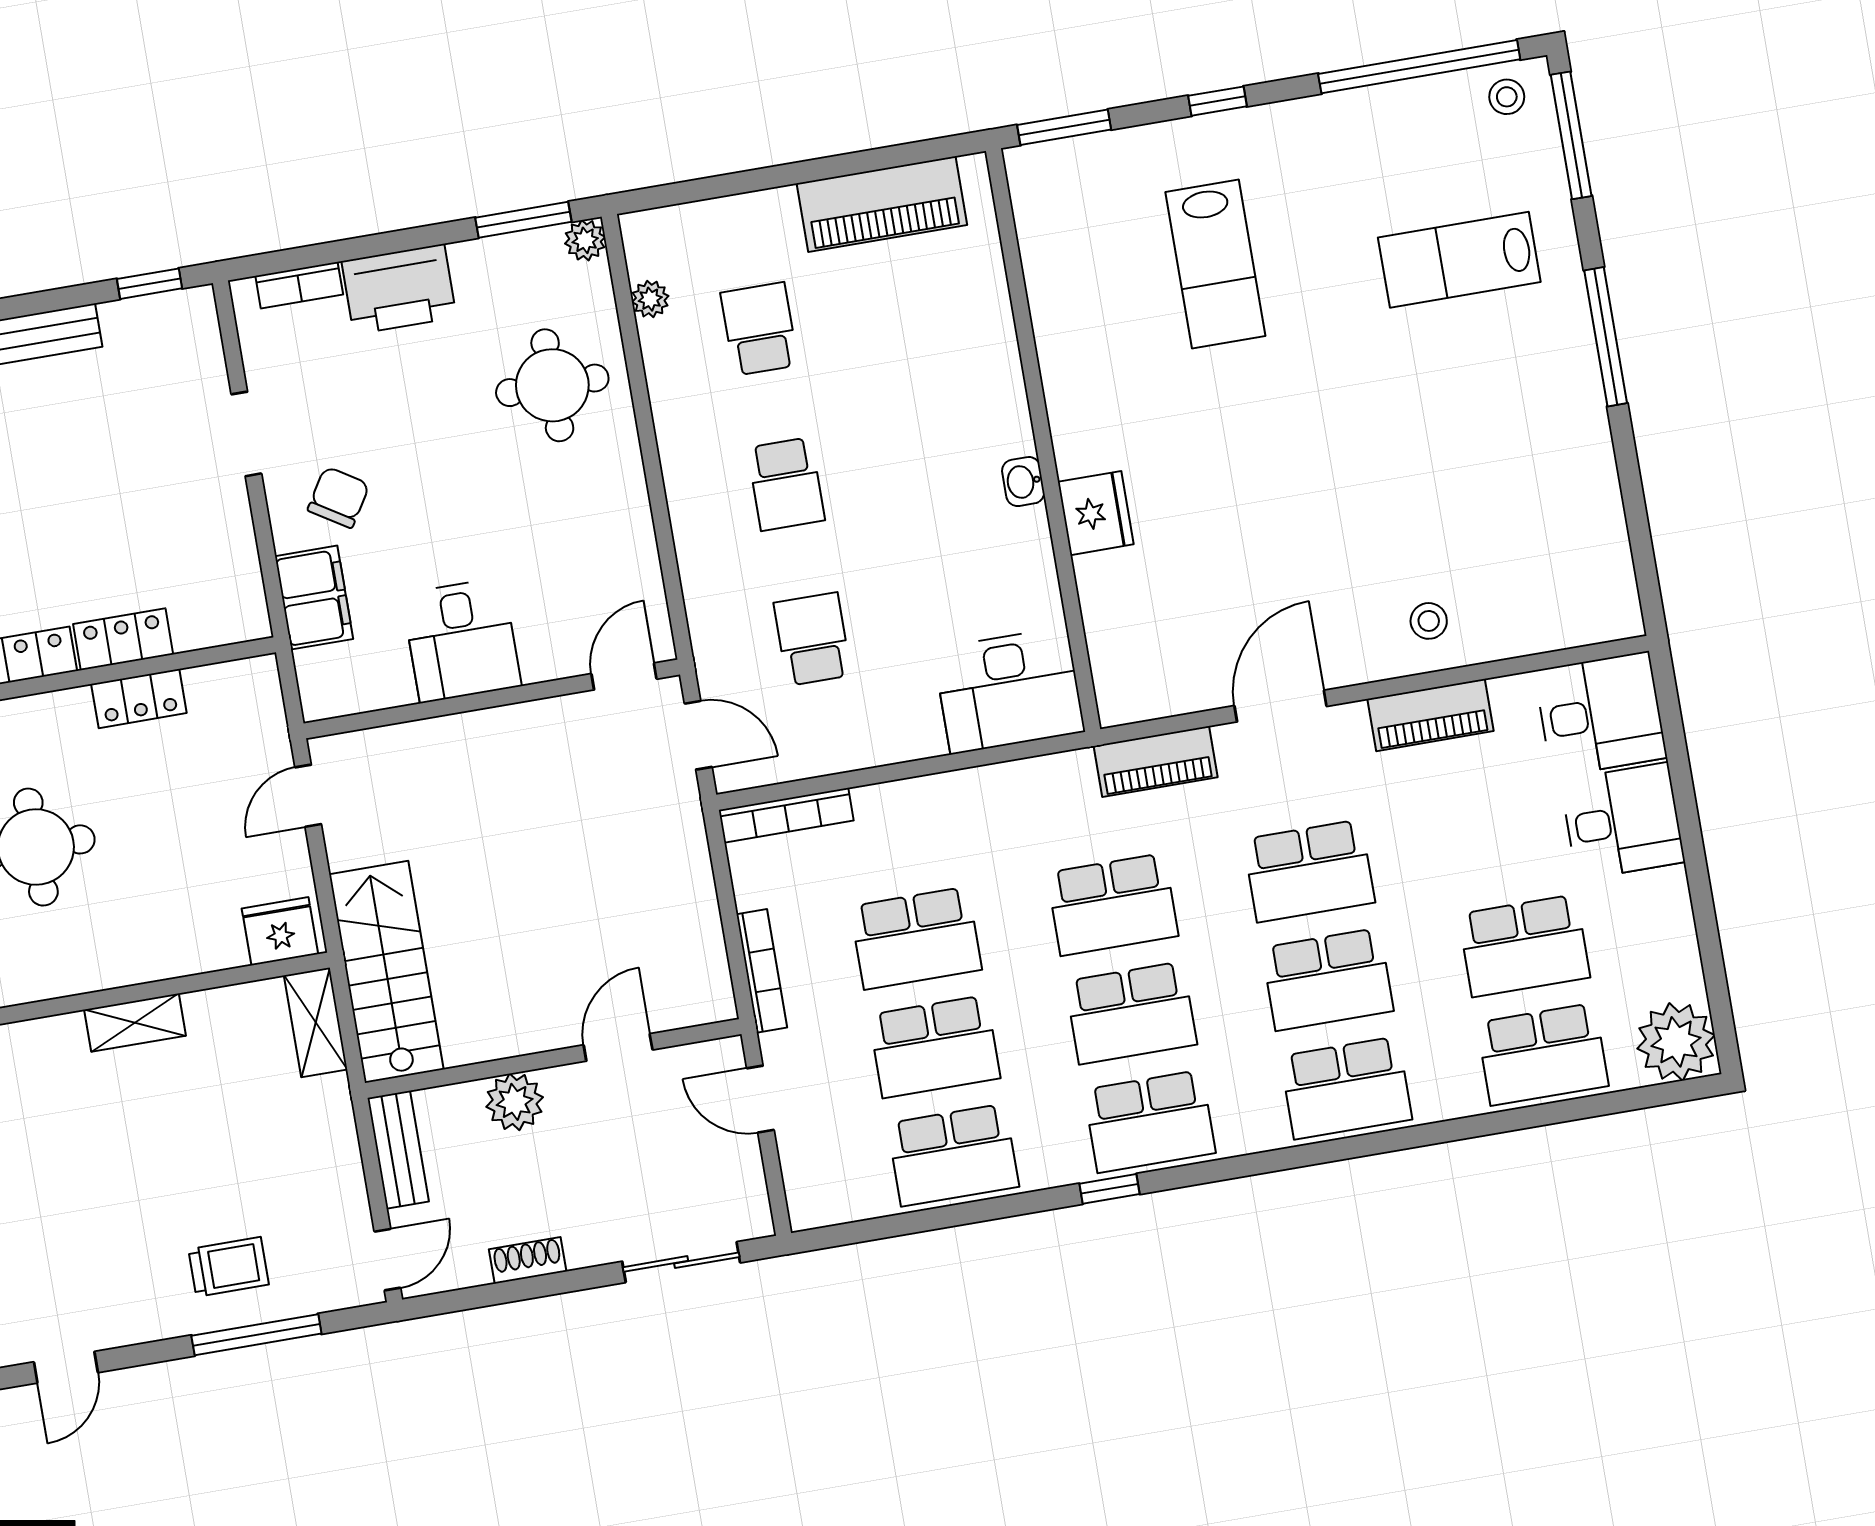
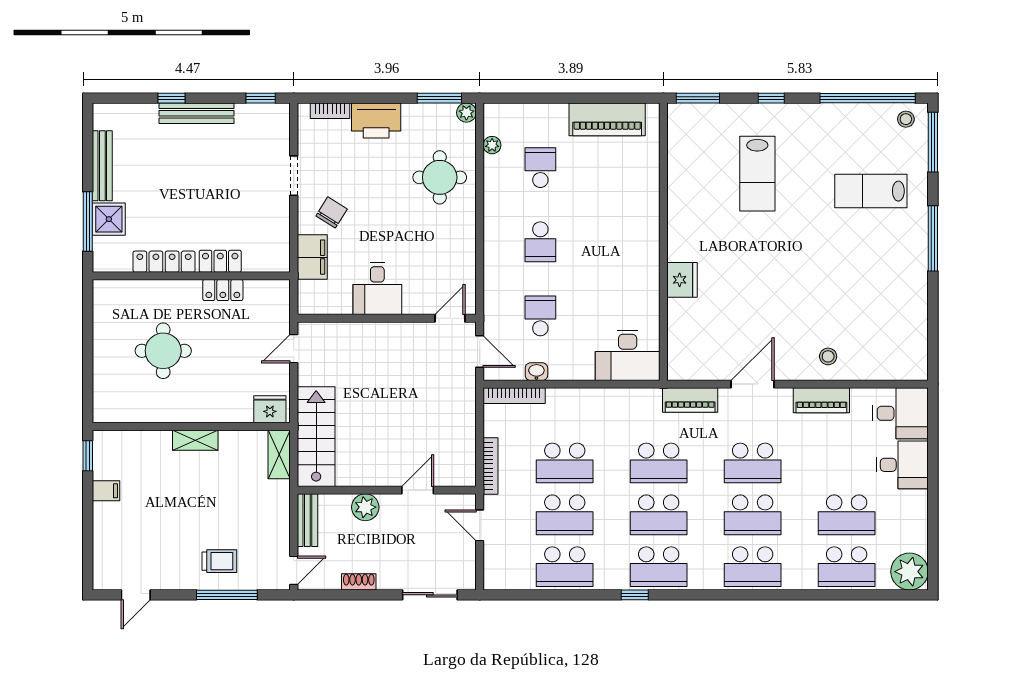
washbasin: (1023, 482) -> (536, 372), moved, turned 90

